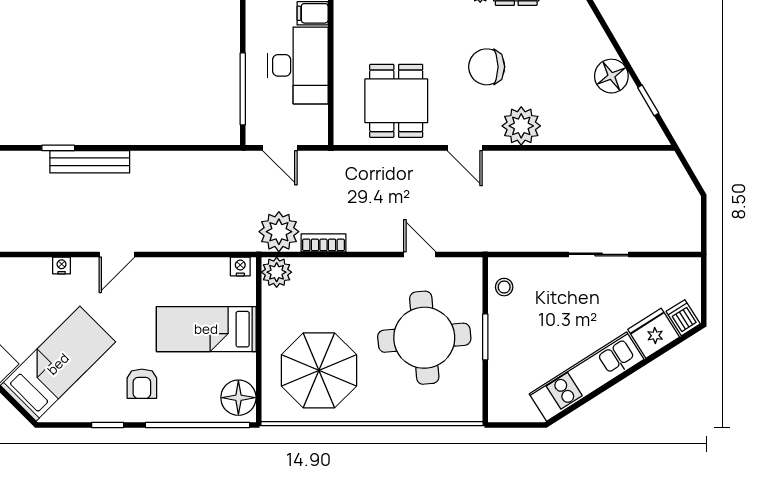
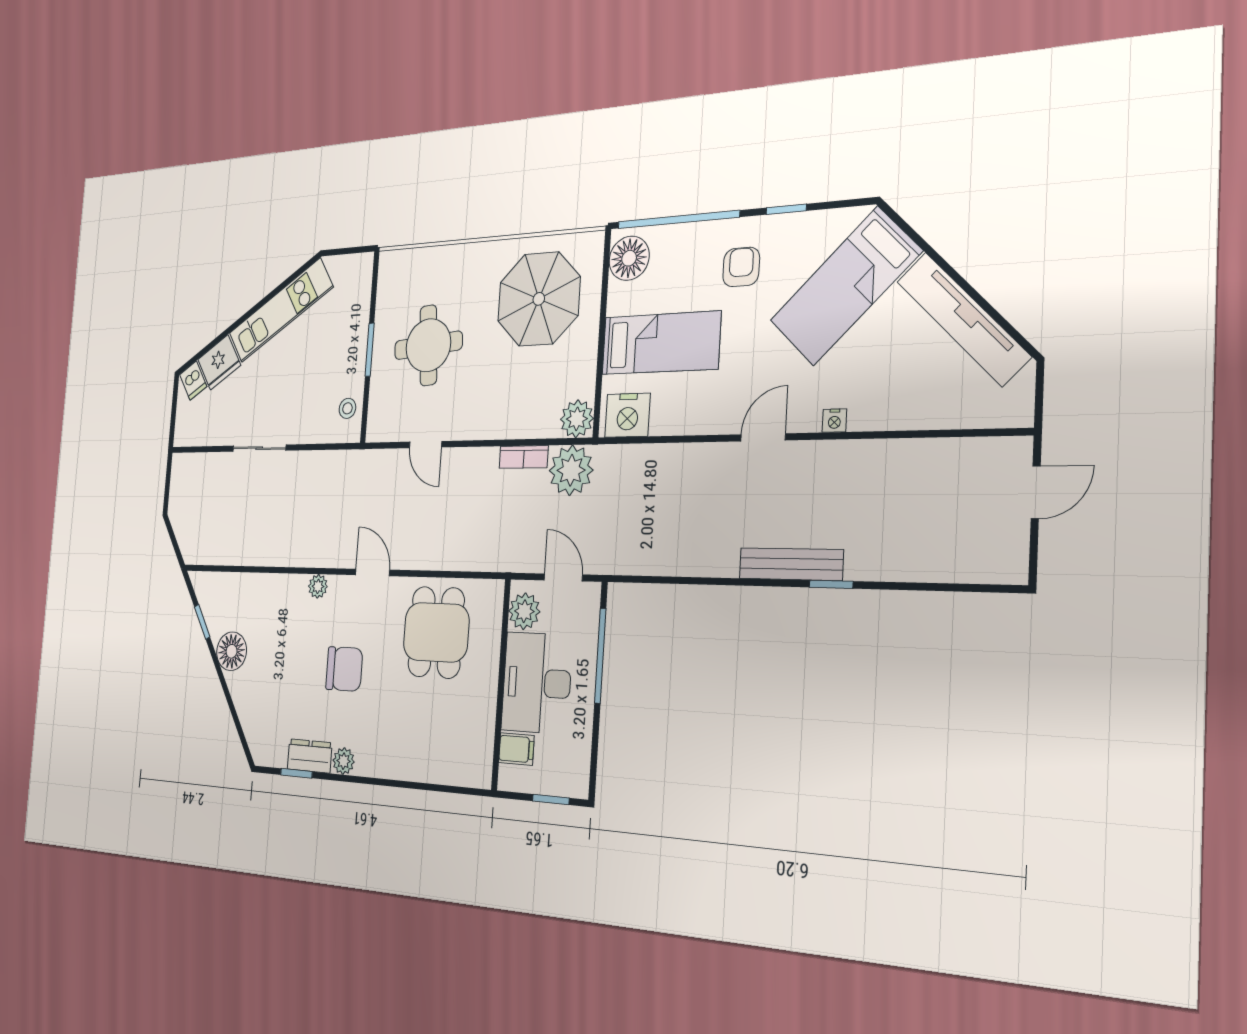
plant: (313, 120) -> (524, 611), added
plant: (521, 126) -> (318, 586), width x0.53, depth x0.53
nightstand: (240, 266) -> (628, 415), width x1.89, depth x1.79
round table: (424, 338) -> (428, 345), width x0.73, depth x0.73

